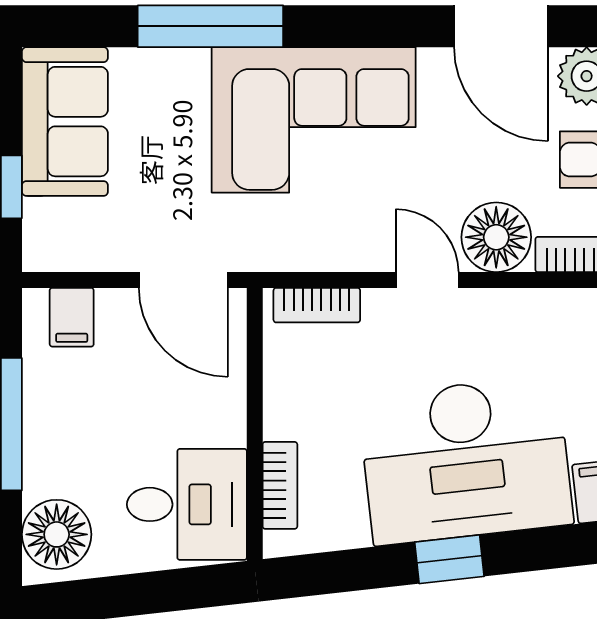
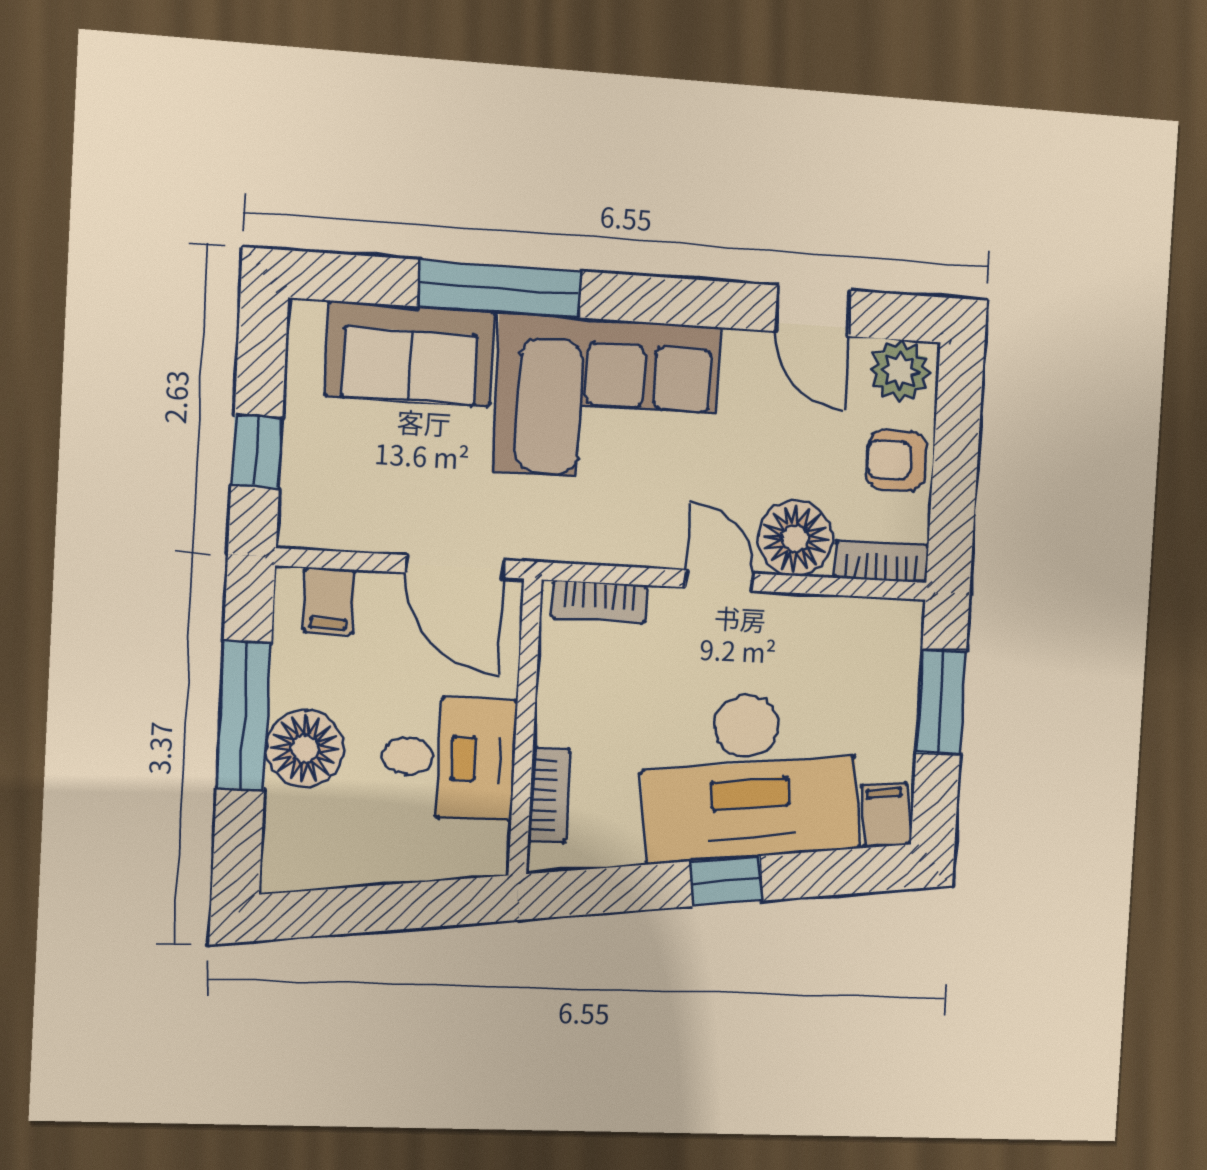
door: (501, 26) -> (813, 311), width x0.73
sofa: (65, 122) -> (410, 354), moved, turned 90
desk: (187, 504) -> (449, 758), moved
floor lamp: (57, 534) -> (305, 749), moved

